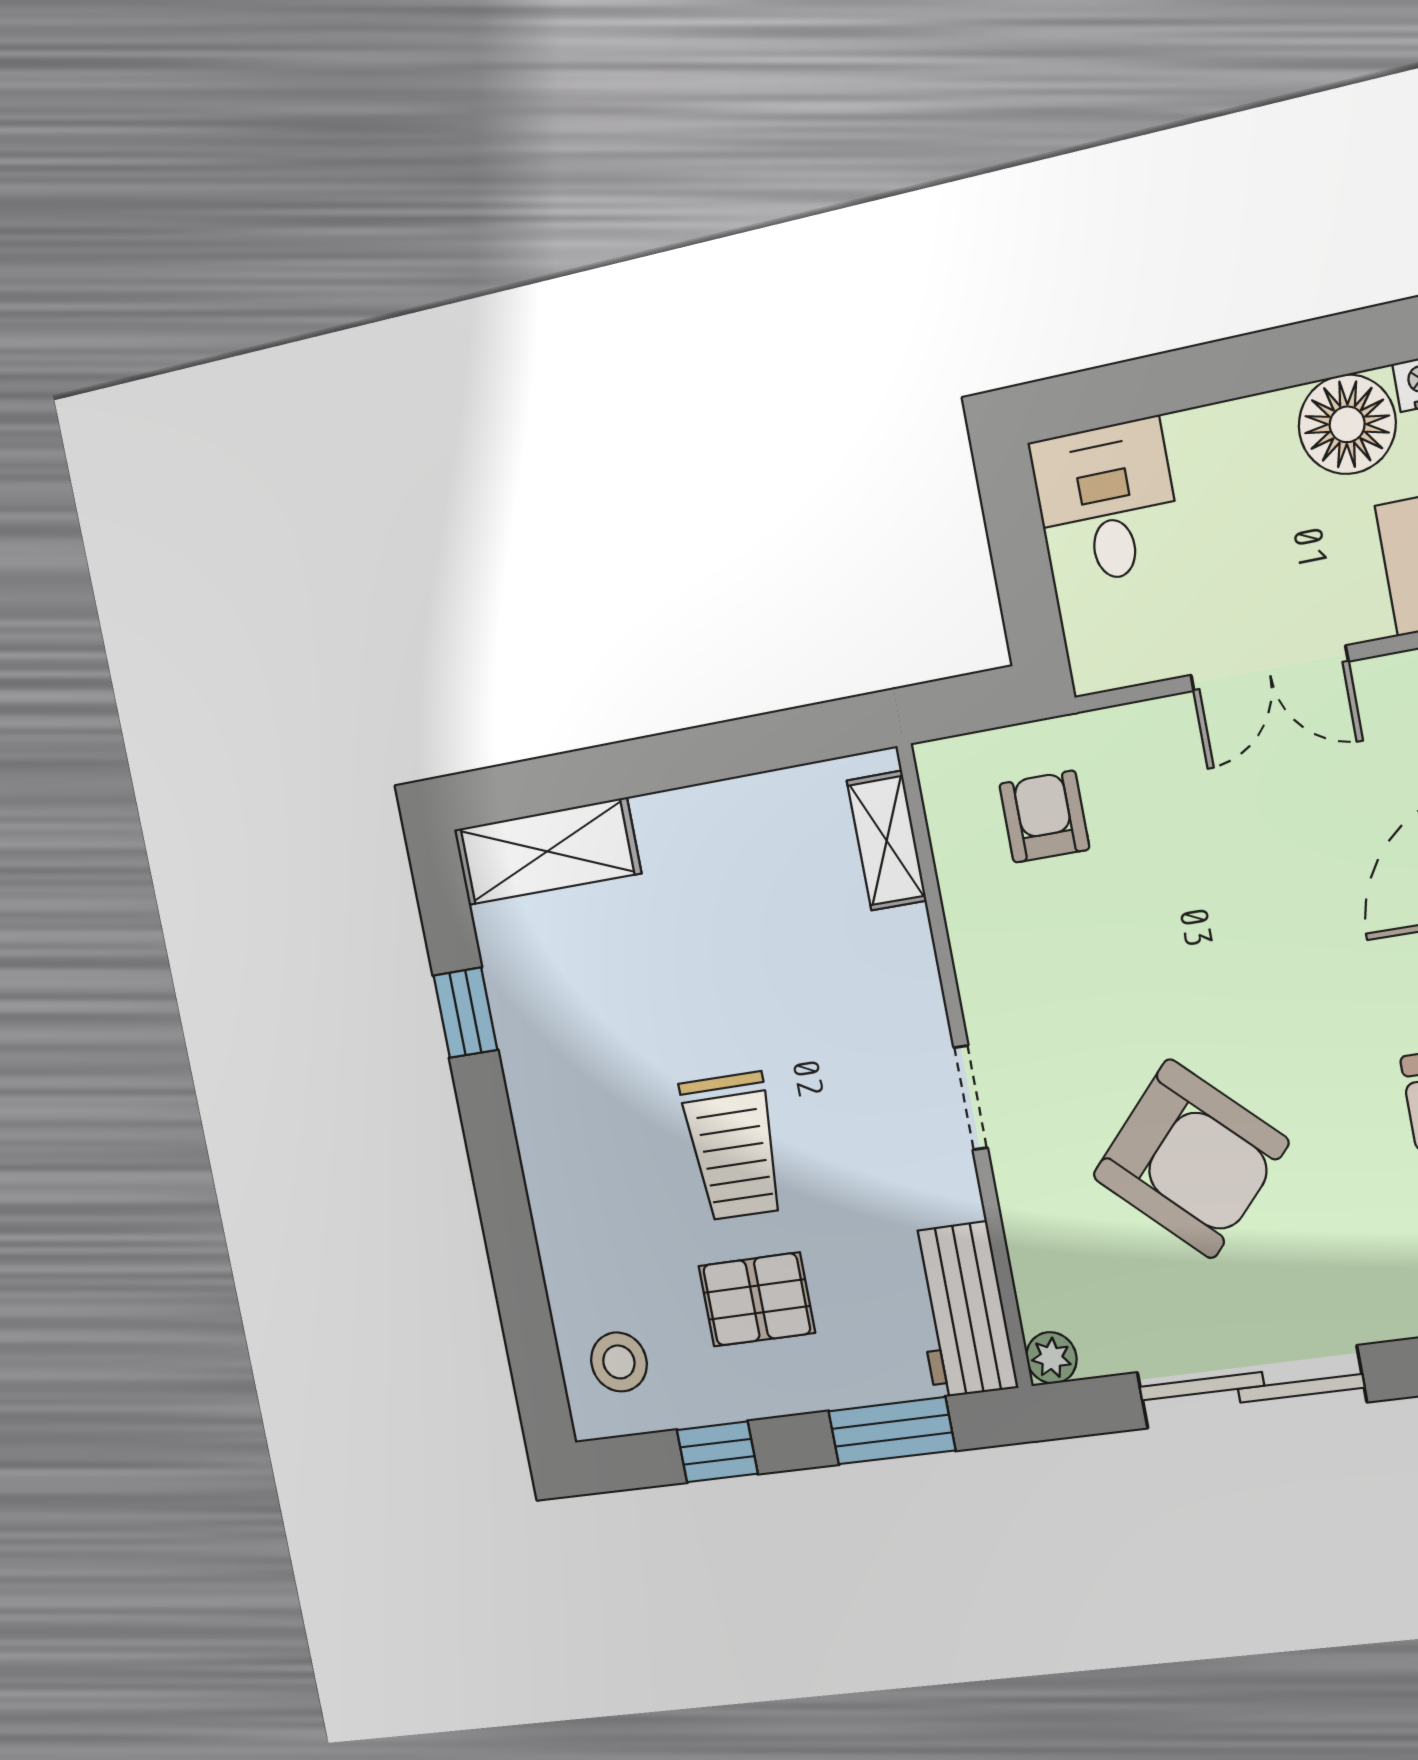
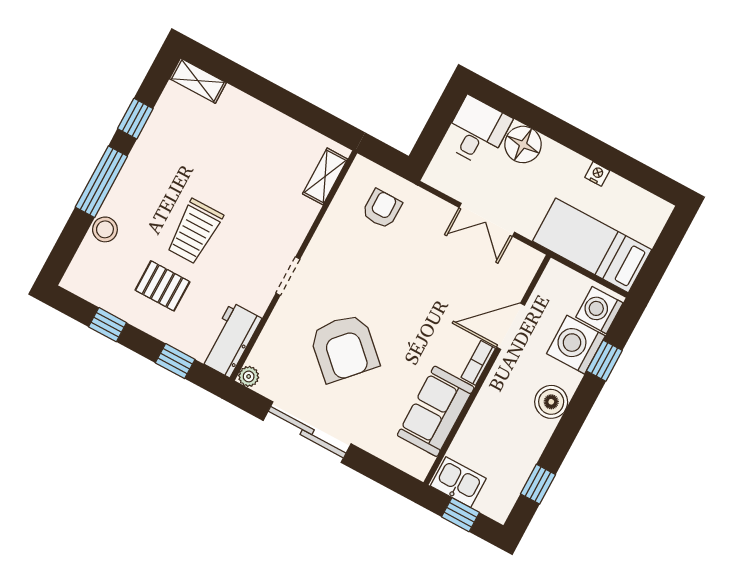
floor lamp: (1347, 424) -> (523, 144), moved
shelving: (547, 851) -> (198, 81), width x0.67, depth x0.75
window: (499, 1182) -> (101, 182), added
stool: (619, 1362) -> (105, 229), moved
window: (892, 1431) -> (175, 361), width x0.67

